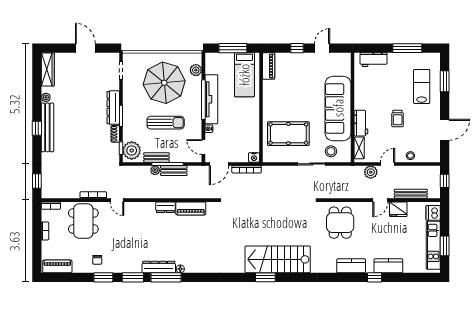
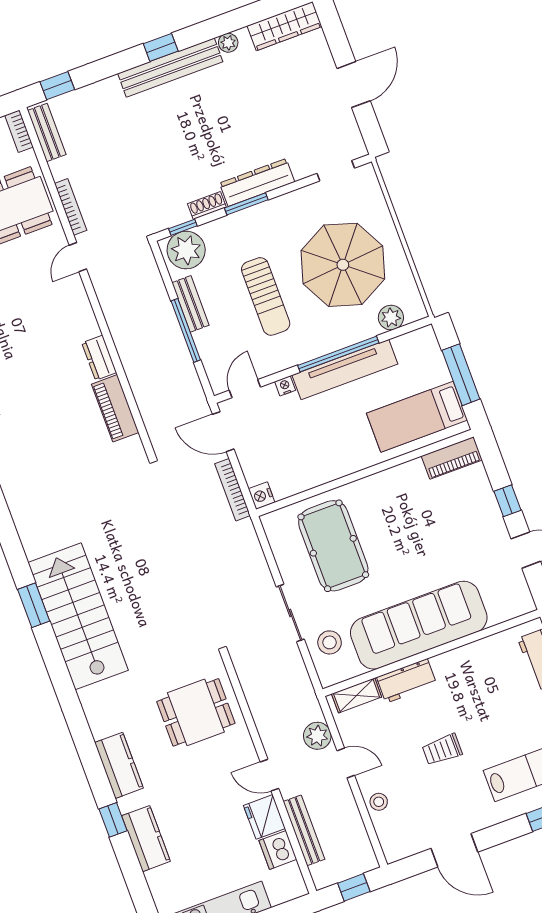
plant: (155, 170) -> (164, 311), removed
bench: (174, 171) -> (47, 132), moved
dishwasher: (433, 213) -> (278, 850), moved, turned -90

